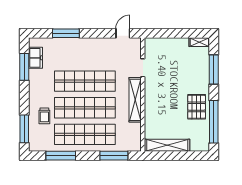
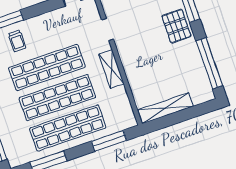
shelving: (135, 100) -> (111, 69), width x0.68
pallet: (197, 107) -> (176, 26), moved
trolley: (44, 116) -> (17, 41), moved

